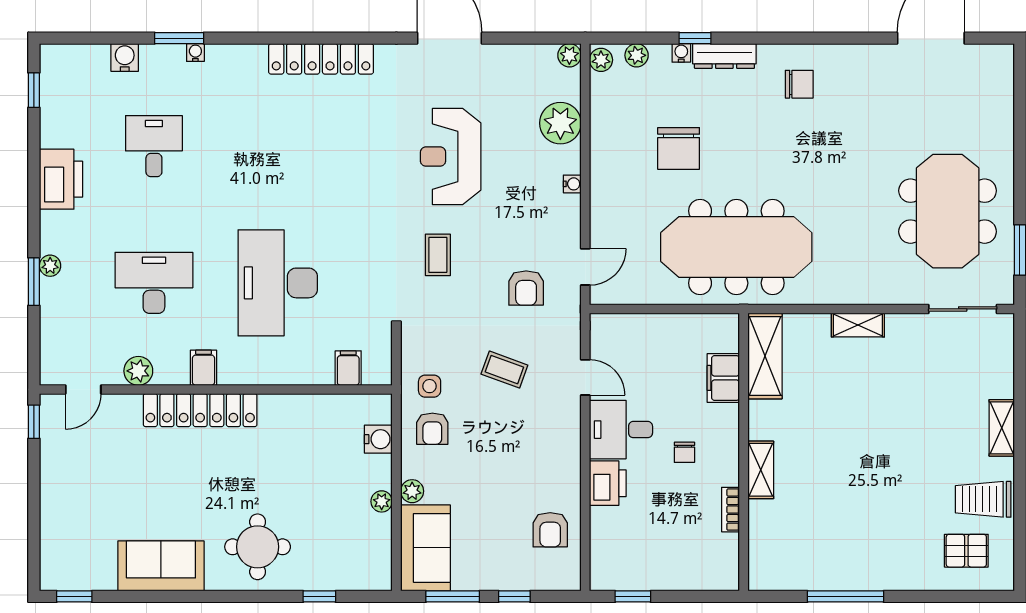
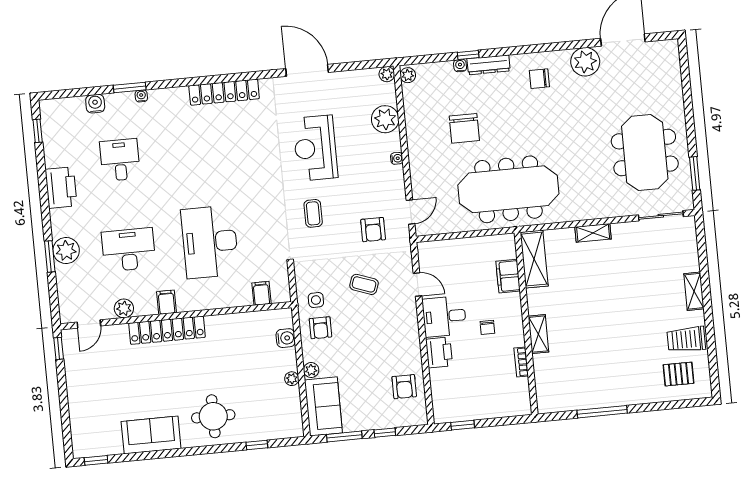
plant: (637, 55) -> (585, 62), moved, width x1.88, depth x1.88
chair: (799, 84) -> (539, 79), turned 180
plant: (50, 266) -> (66, 250), width x1.88, depth x1.88

